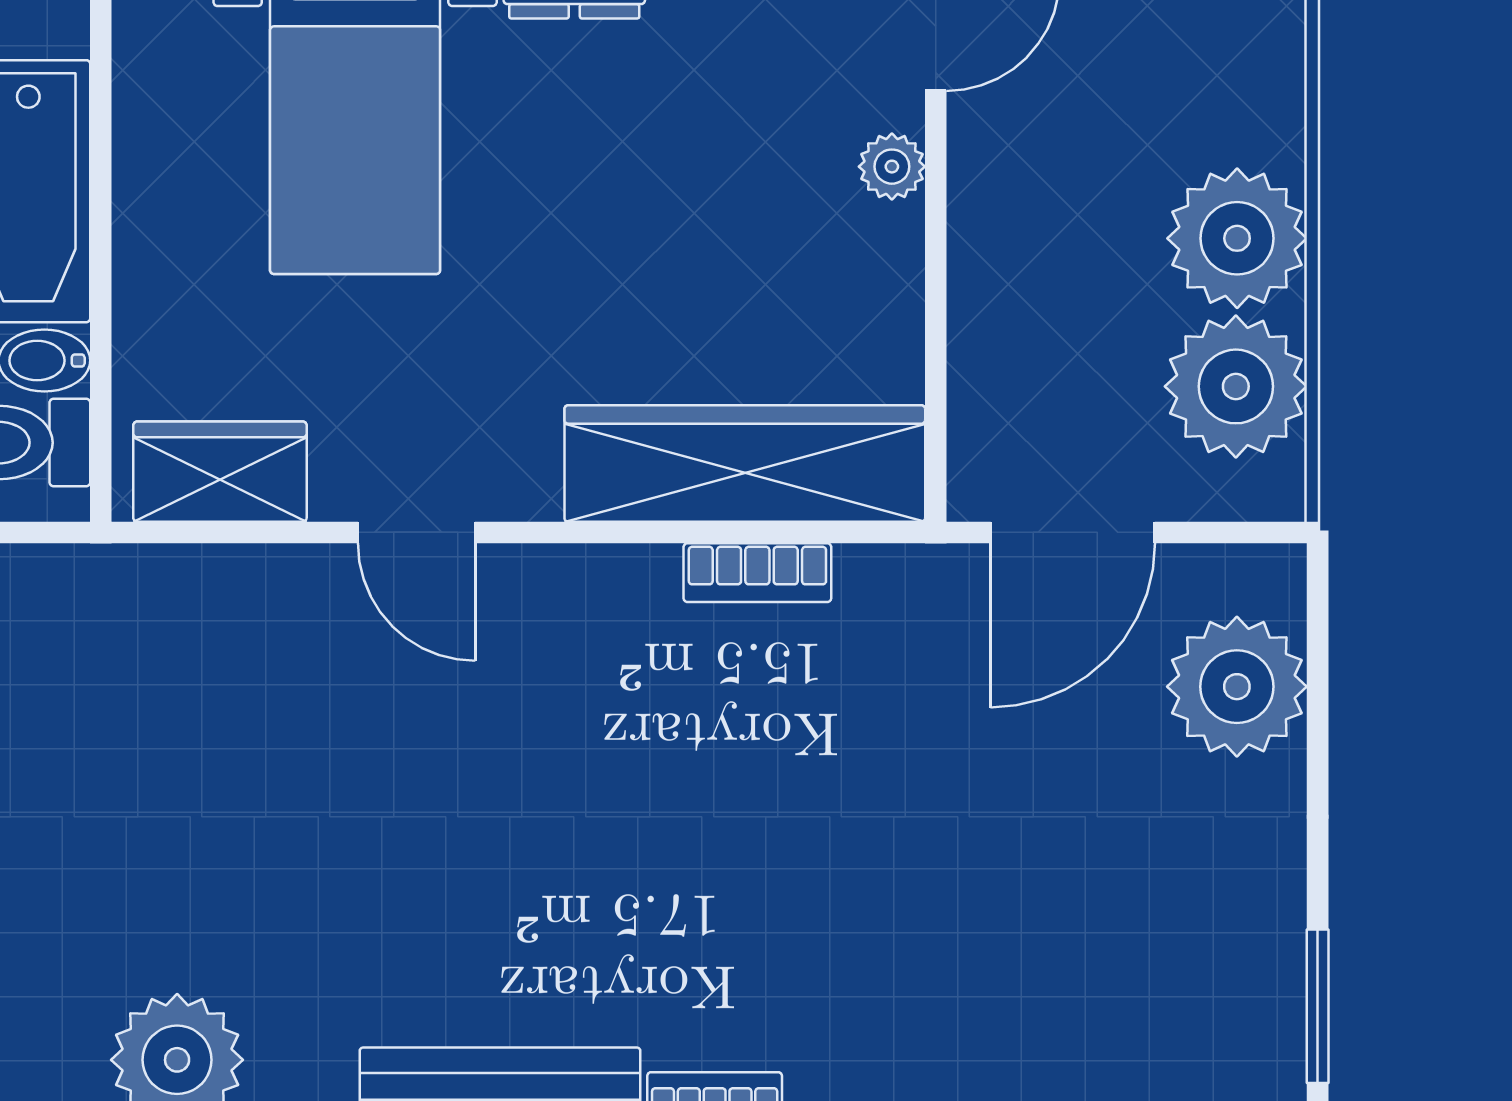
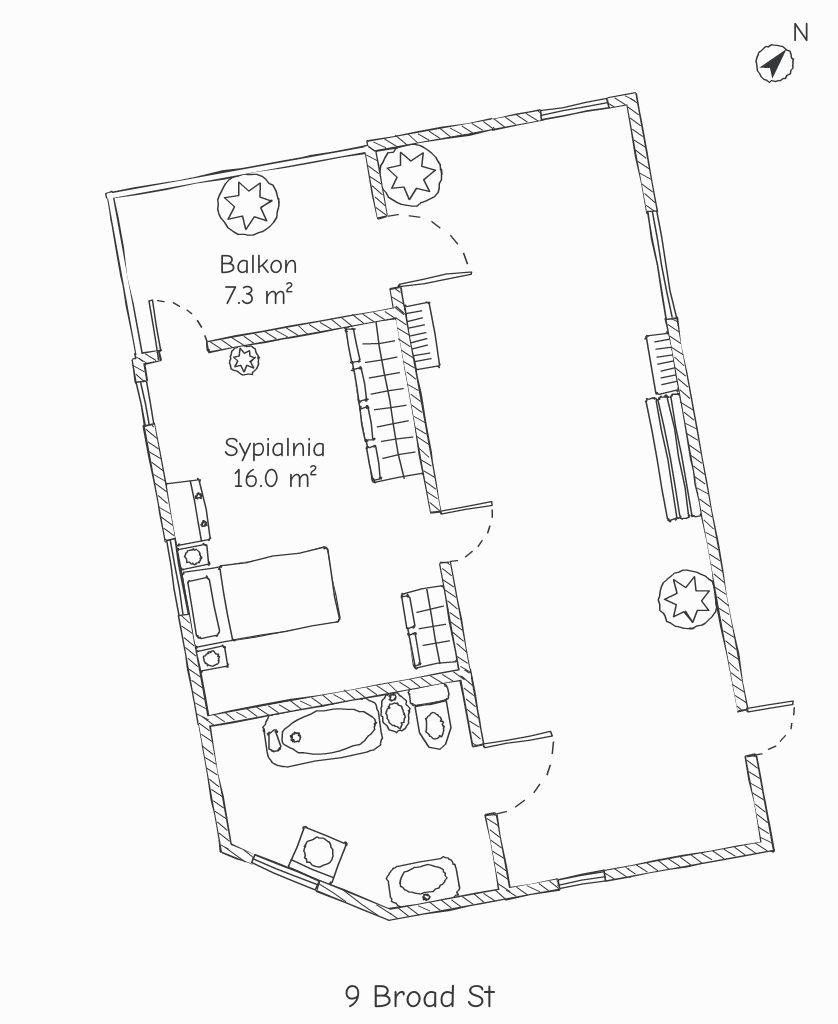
plant: (1236, 386) -> (313, 193), removed
bookcase: (757, 573) -> (422, 336), moved
plant: (1237, 687) -> (411, 175), moved

